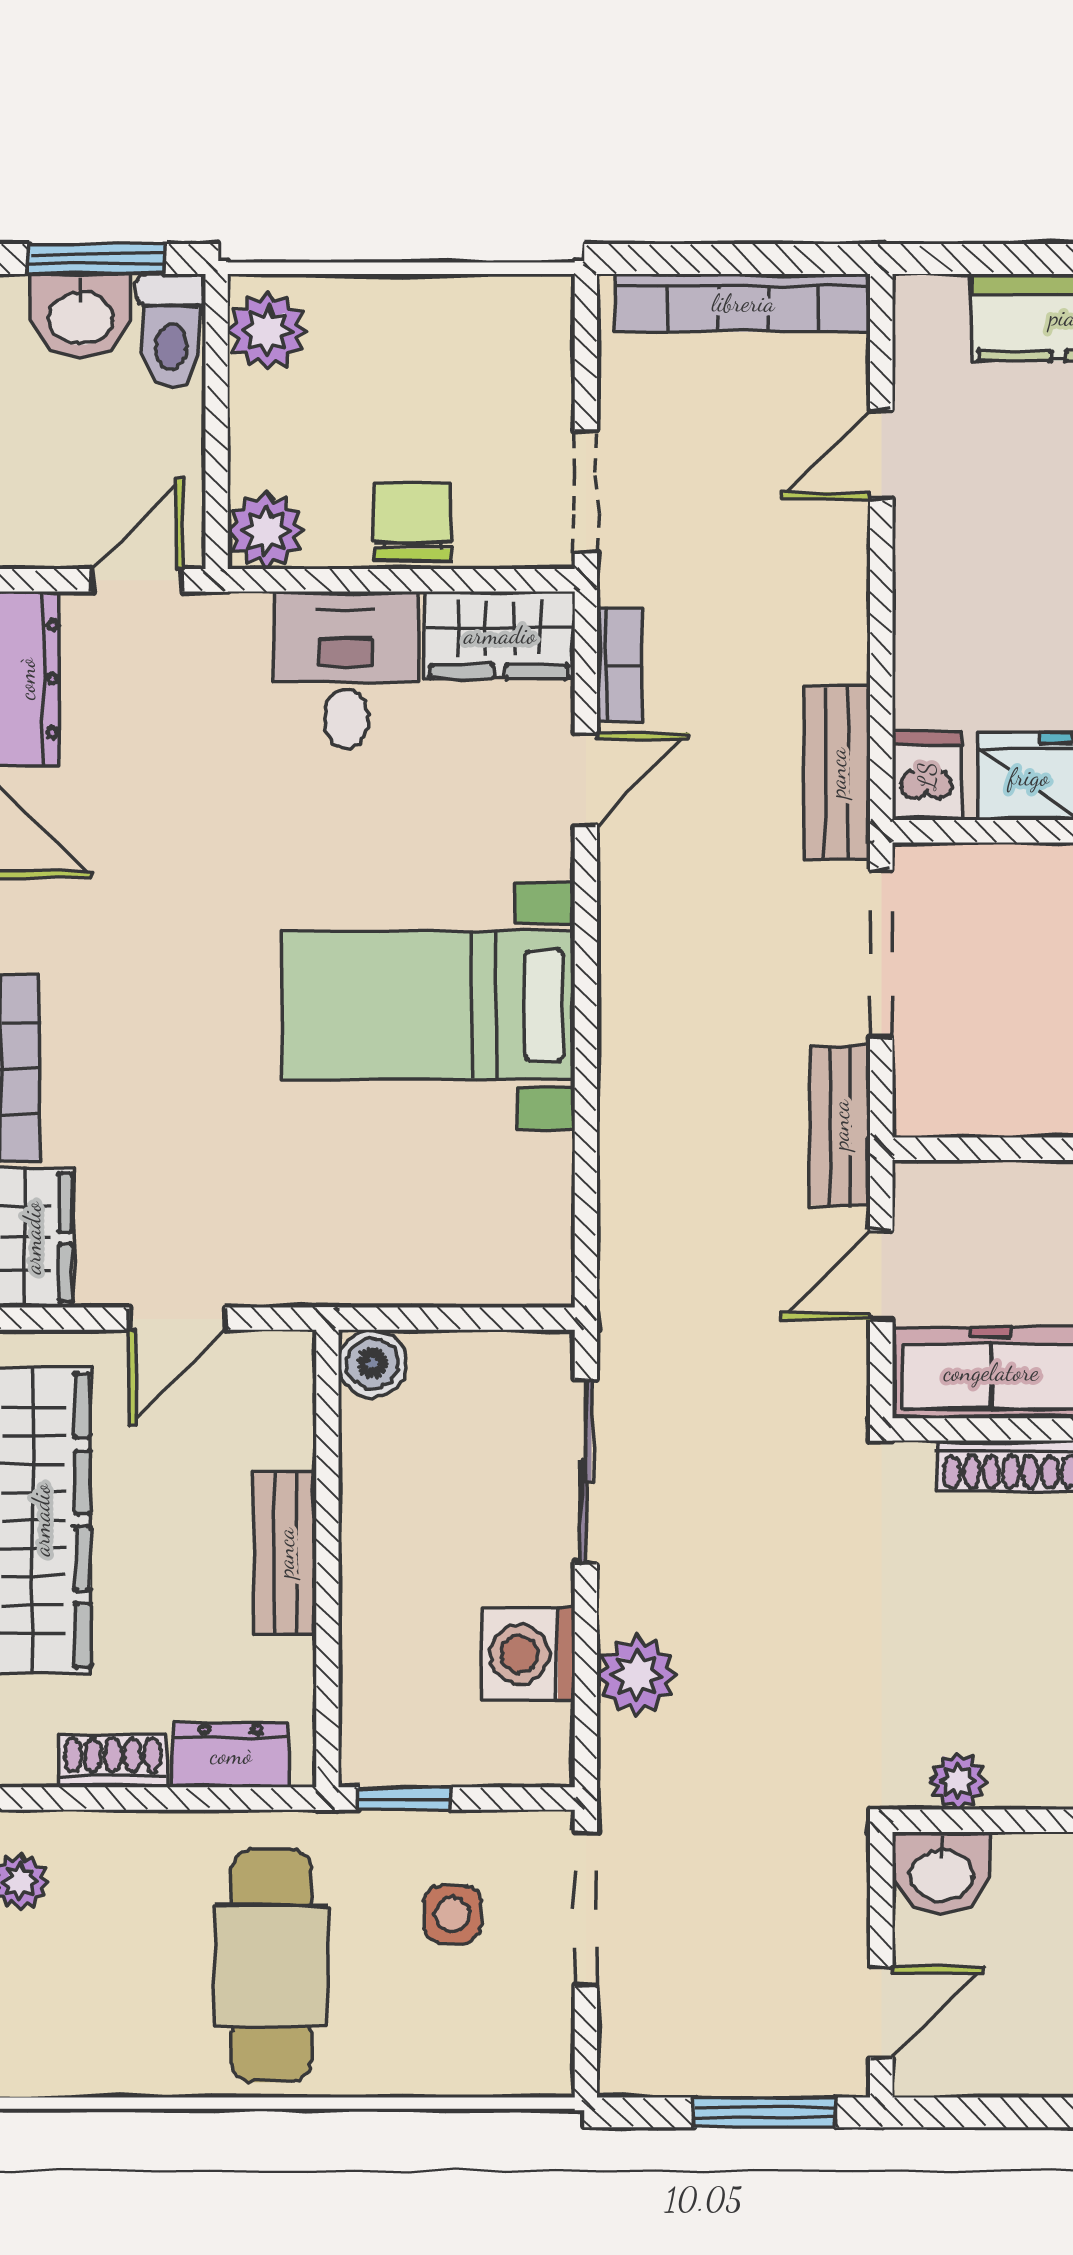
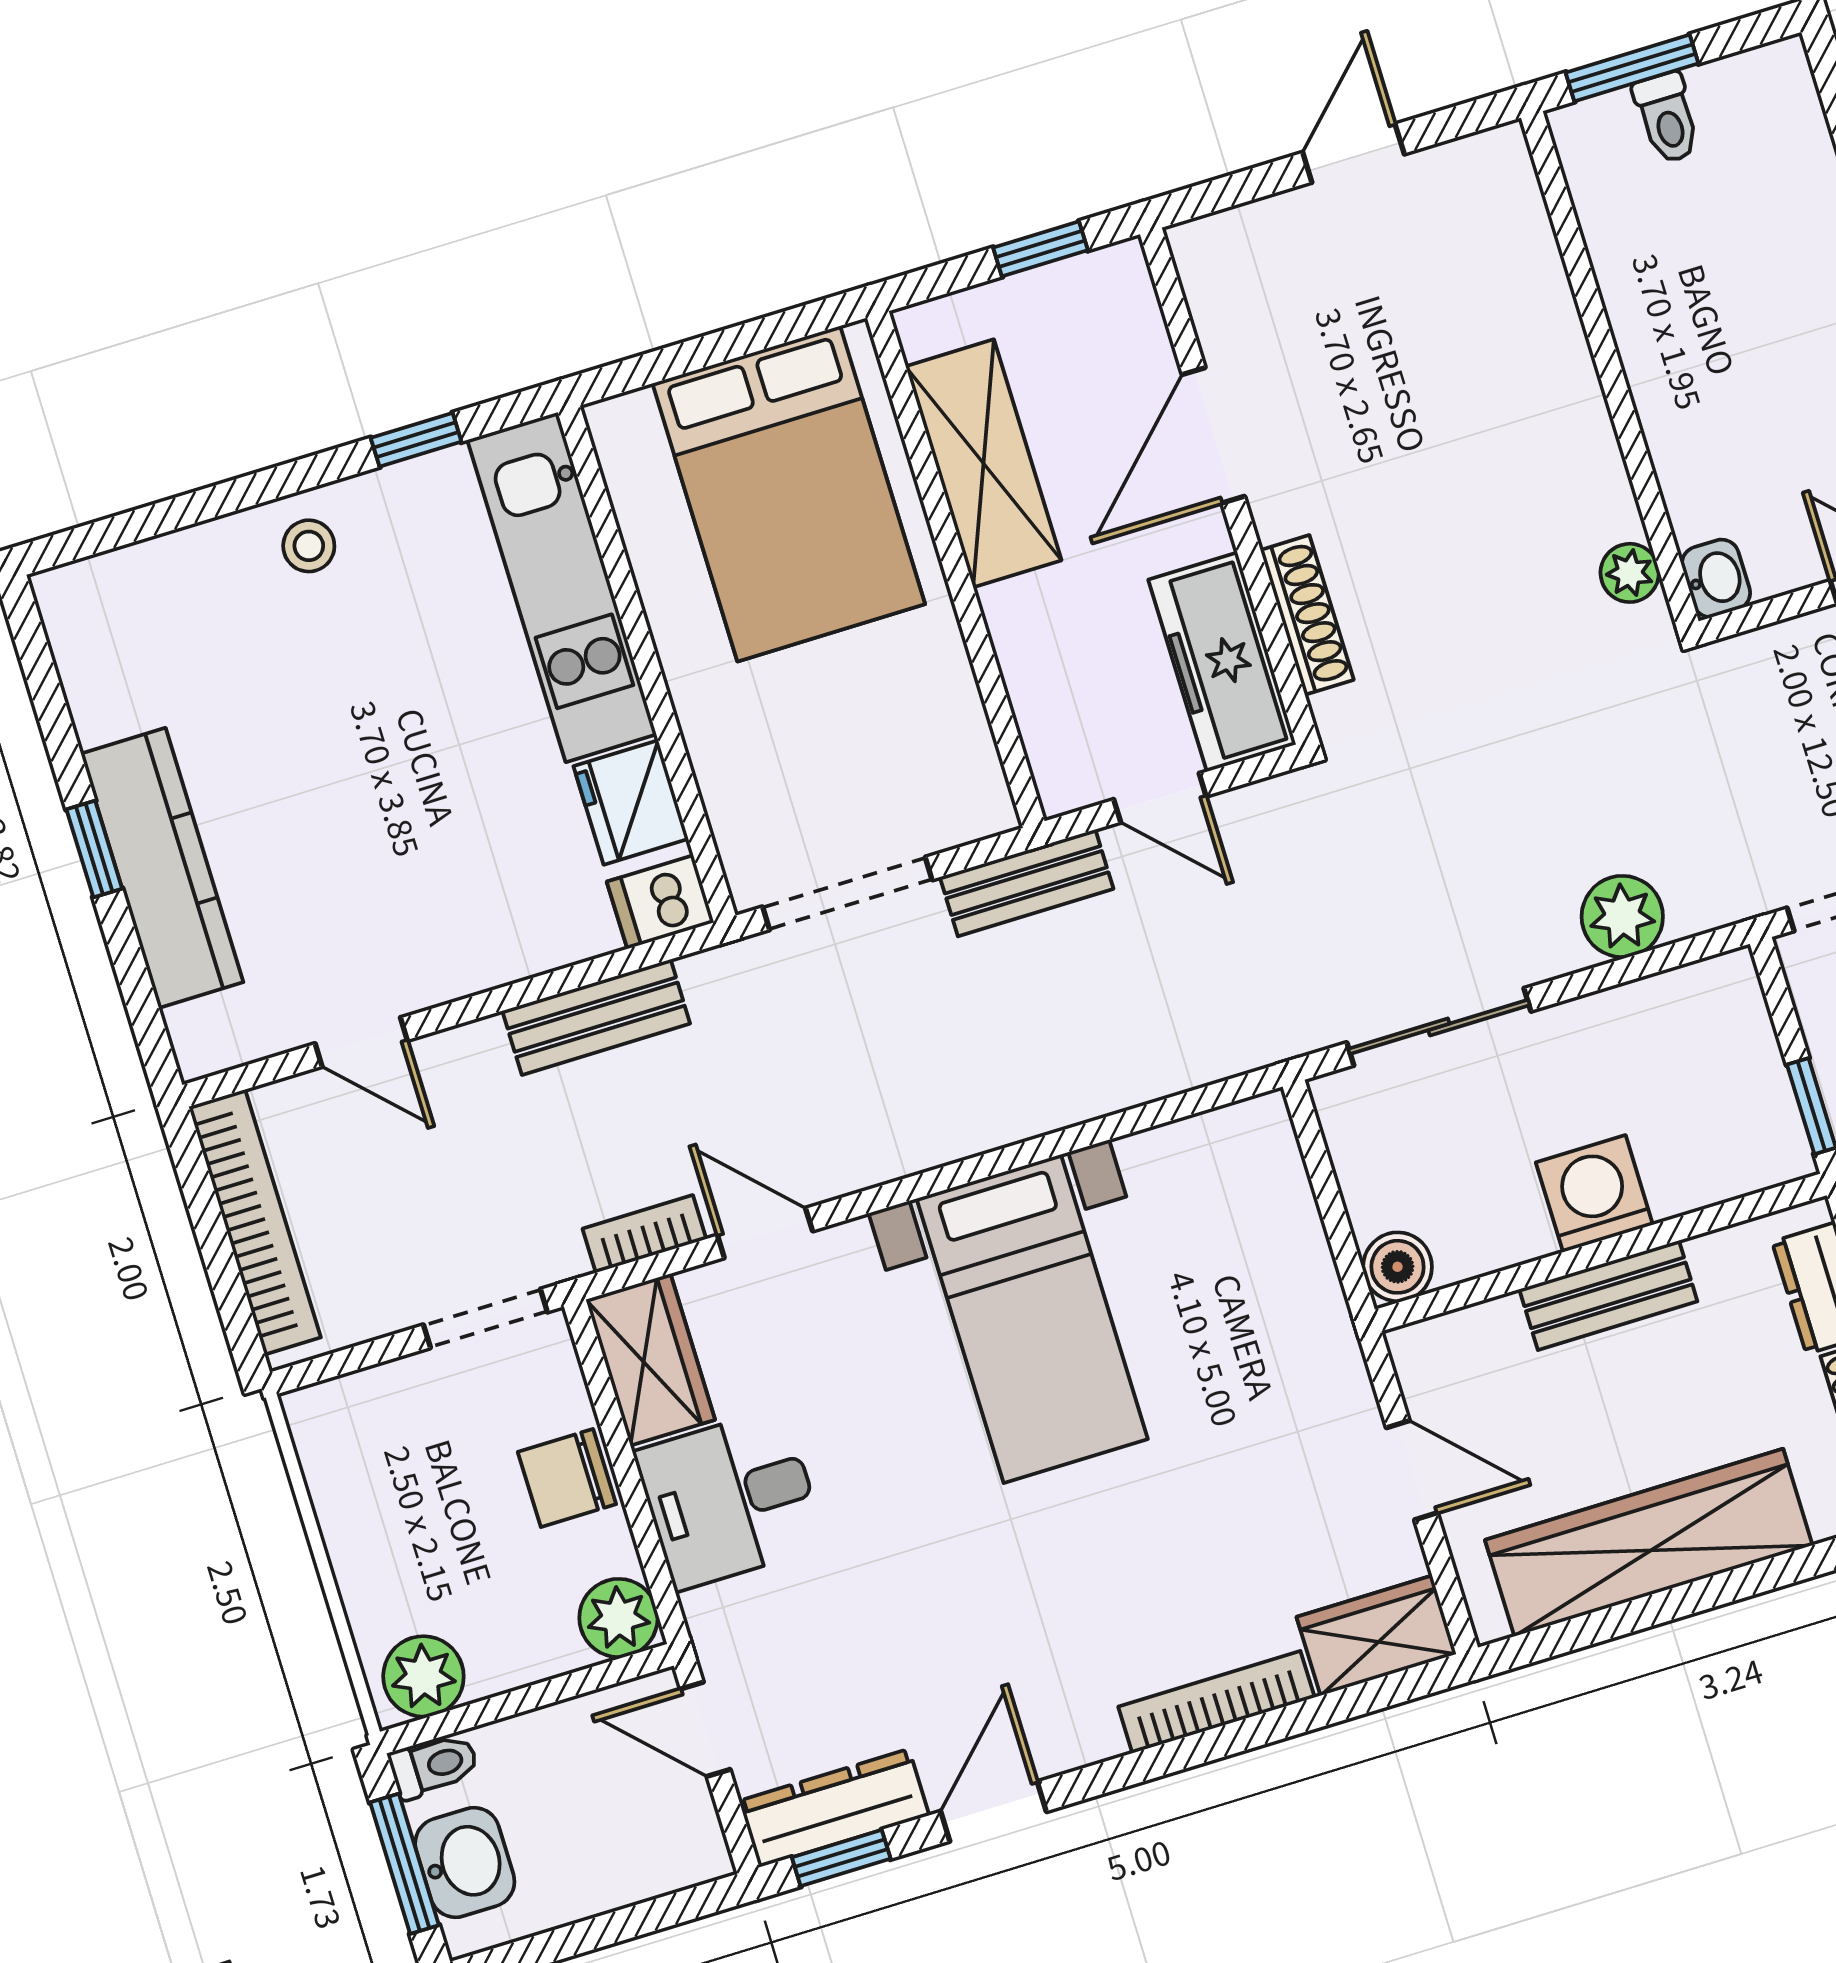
toilet: (171, 331) -> (434, 1766), width x0.73, depth x0.72
bench: (837, 773) -> (596, 1017), moved
washing machine: (529, 1654) -> (1594, 1194), moved, turned 180
washbasin: (941, 1873) -> (1716, 578), width x0.72, depth x0.69

